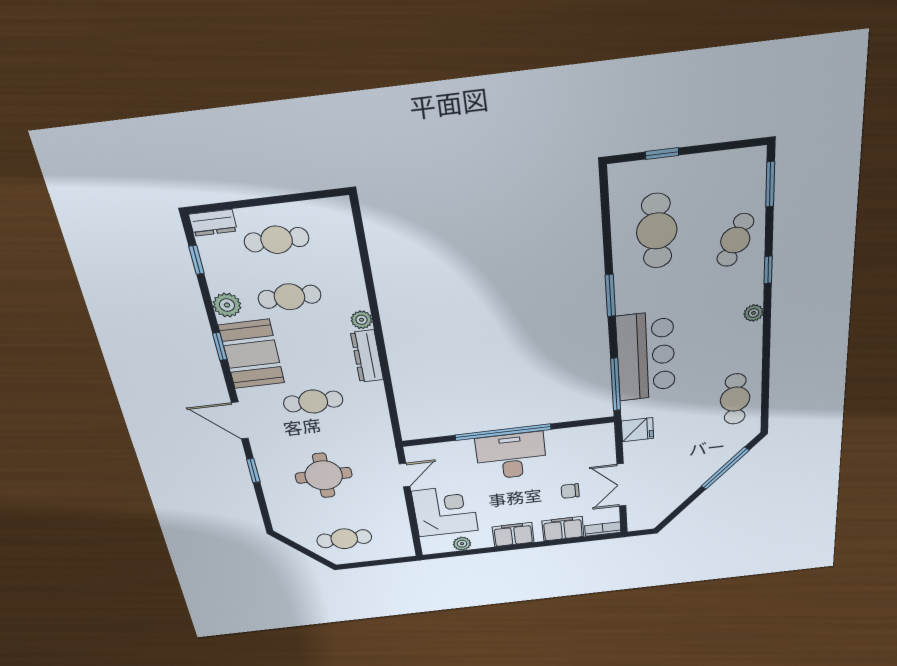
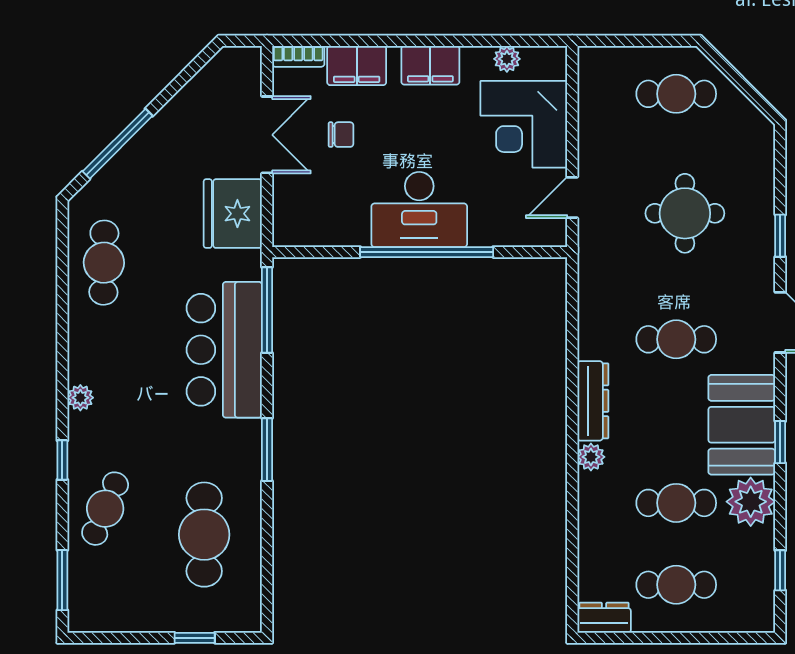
dresser: (213, 223) -> (604, 618), moved
plant: (227, 305) -> (751, 502), width x1.36, depth x1.36
fridge: (637, 430) -> (233, 214), width x1.88, depth x1.34

